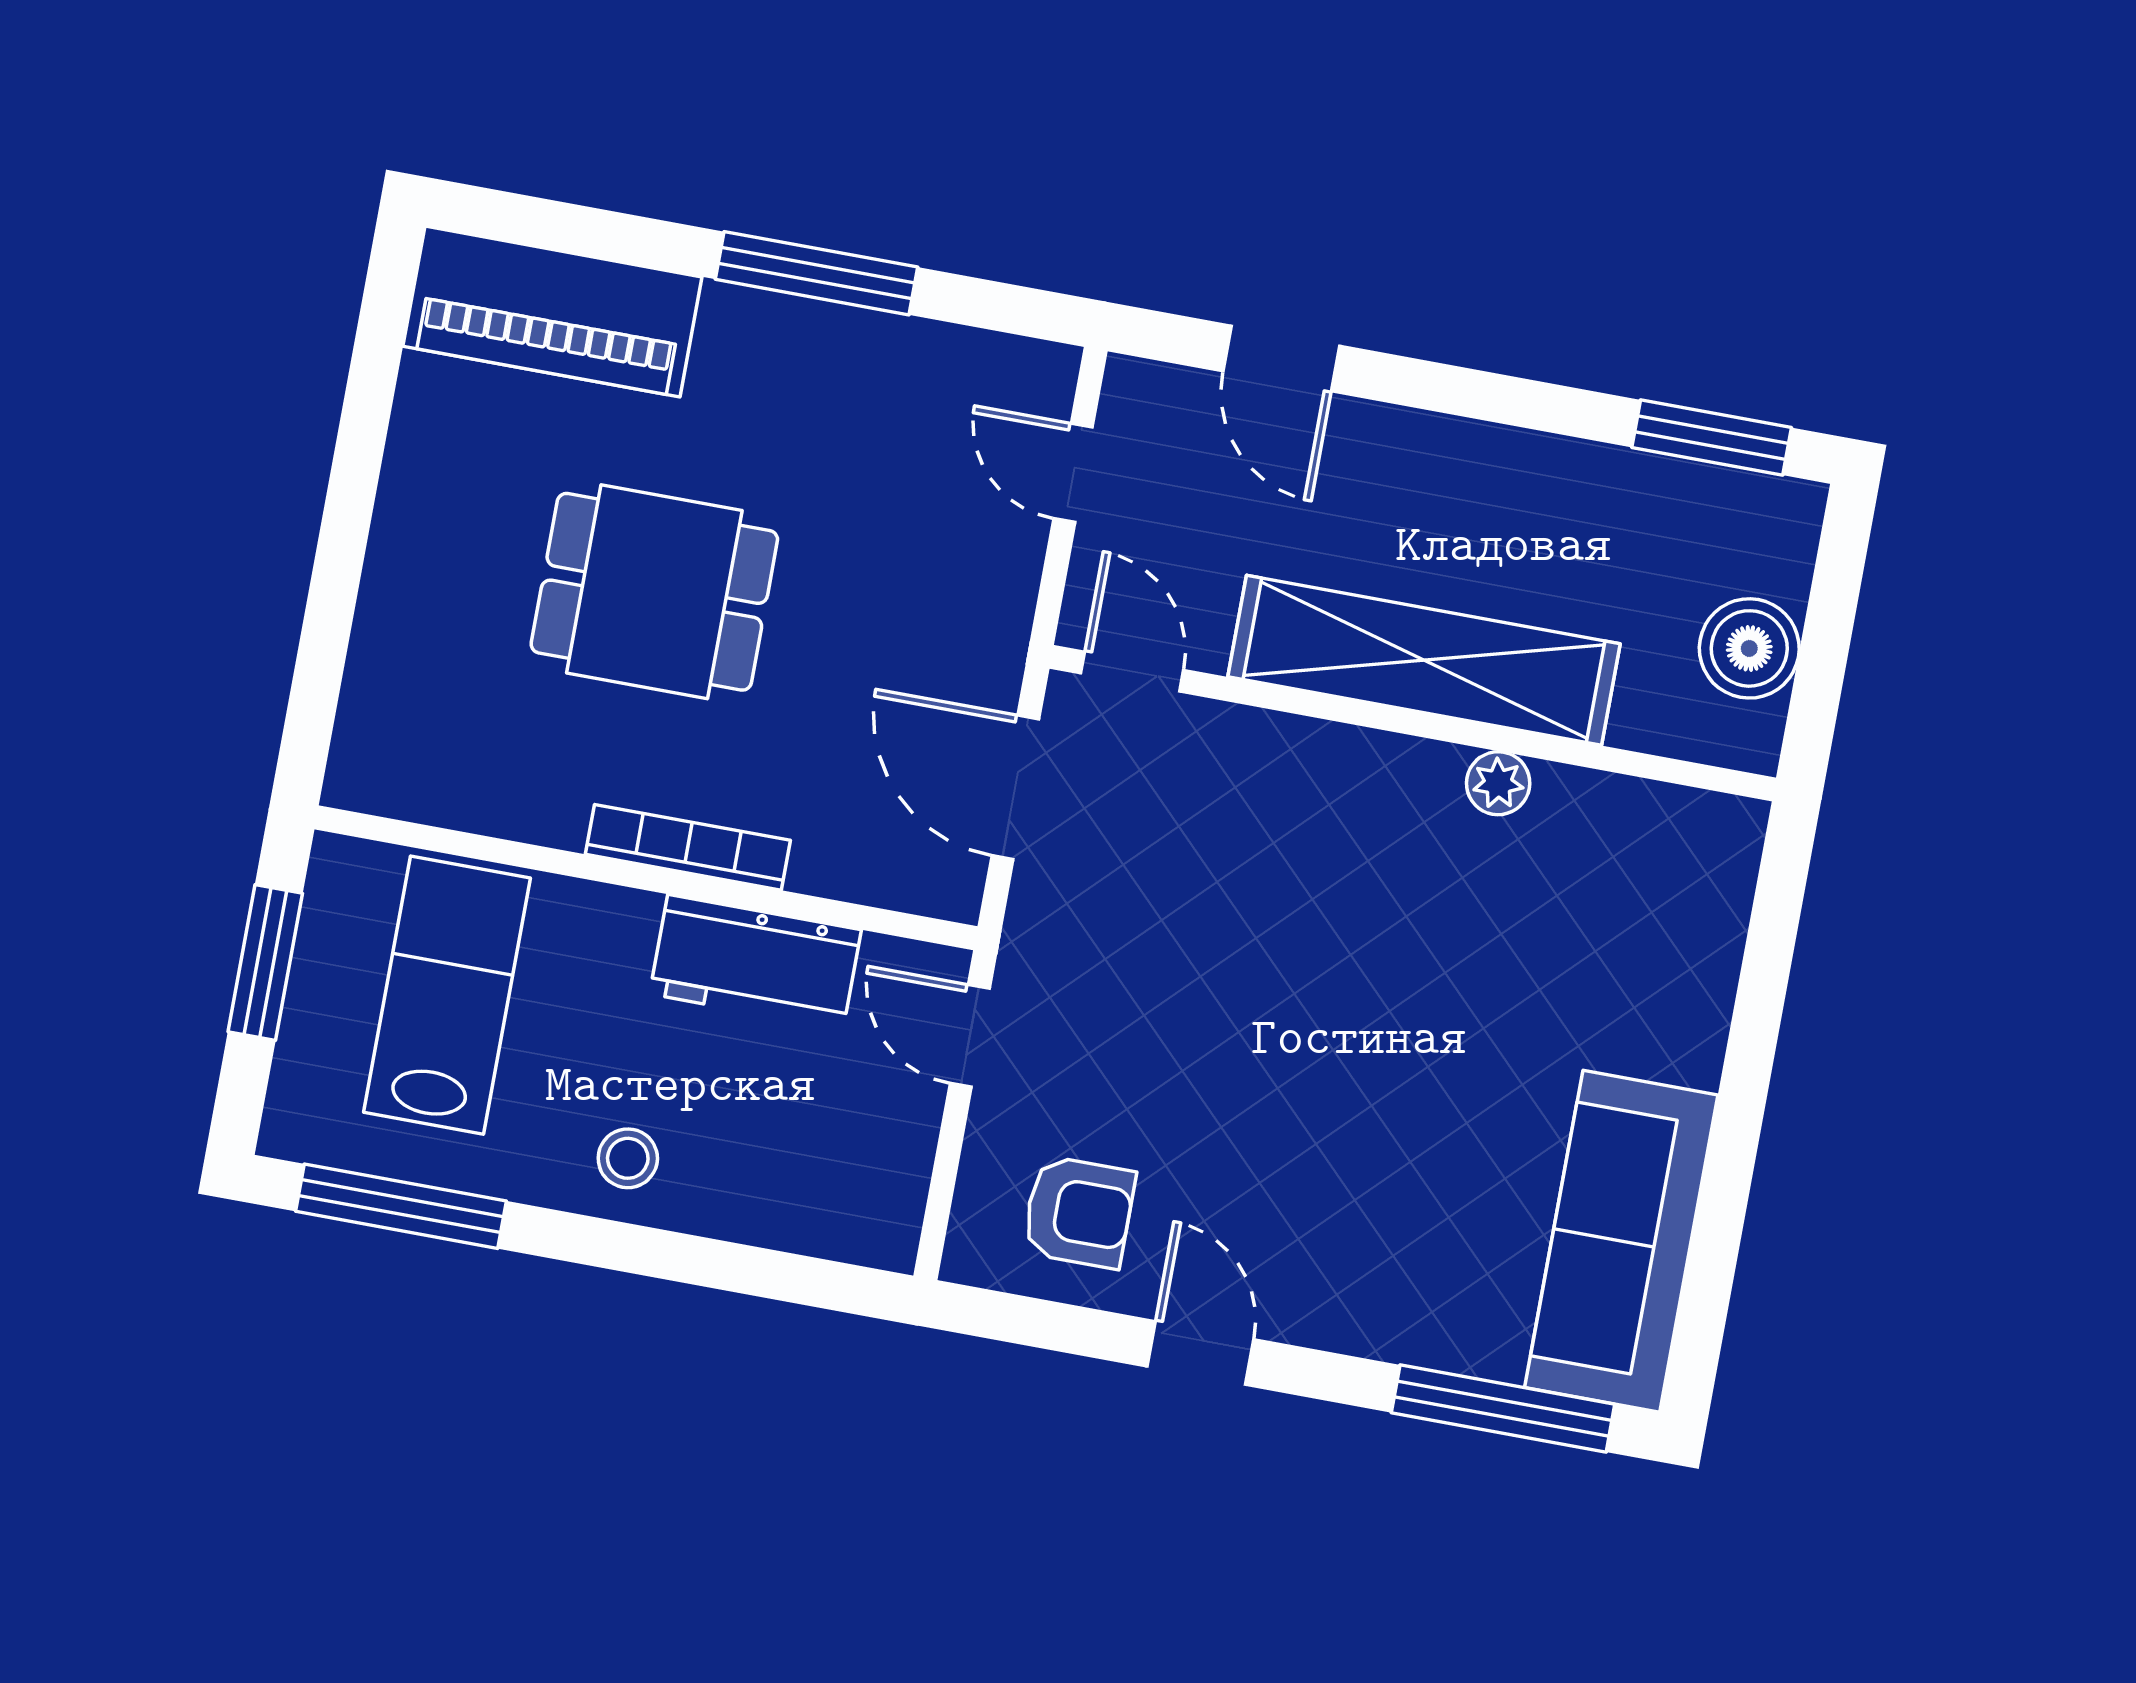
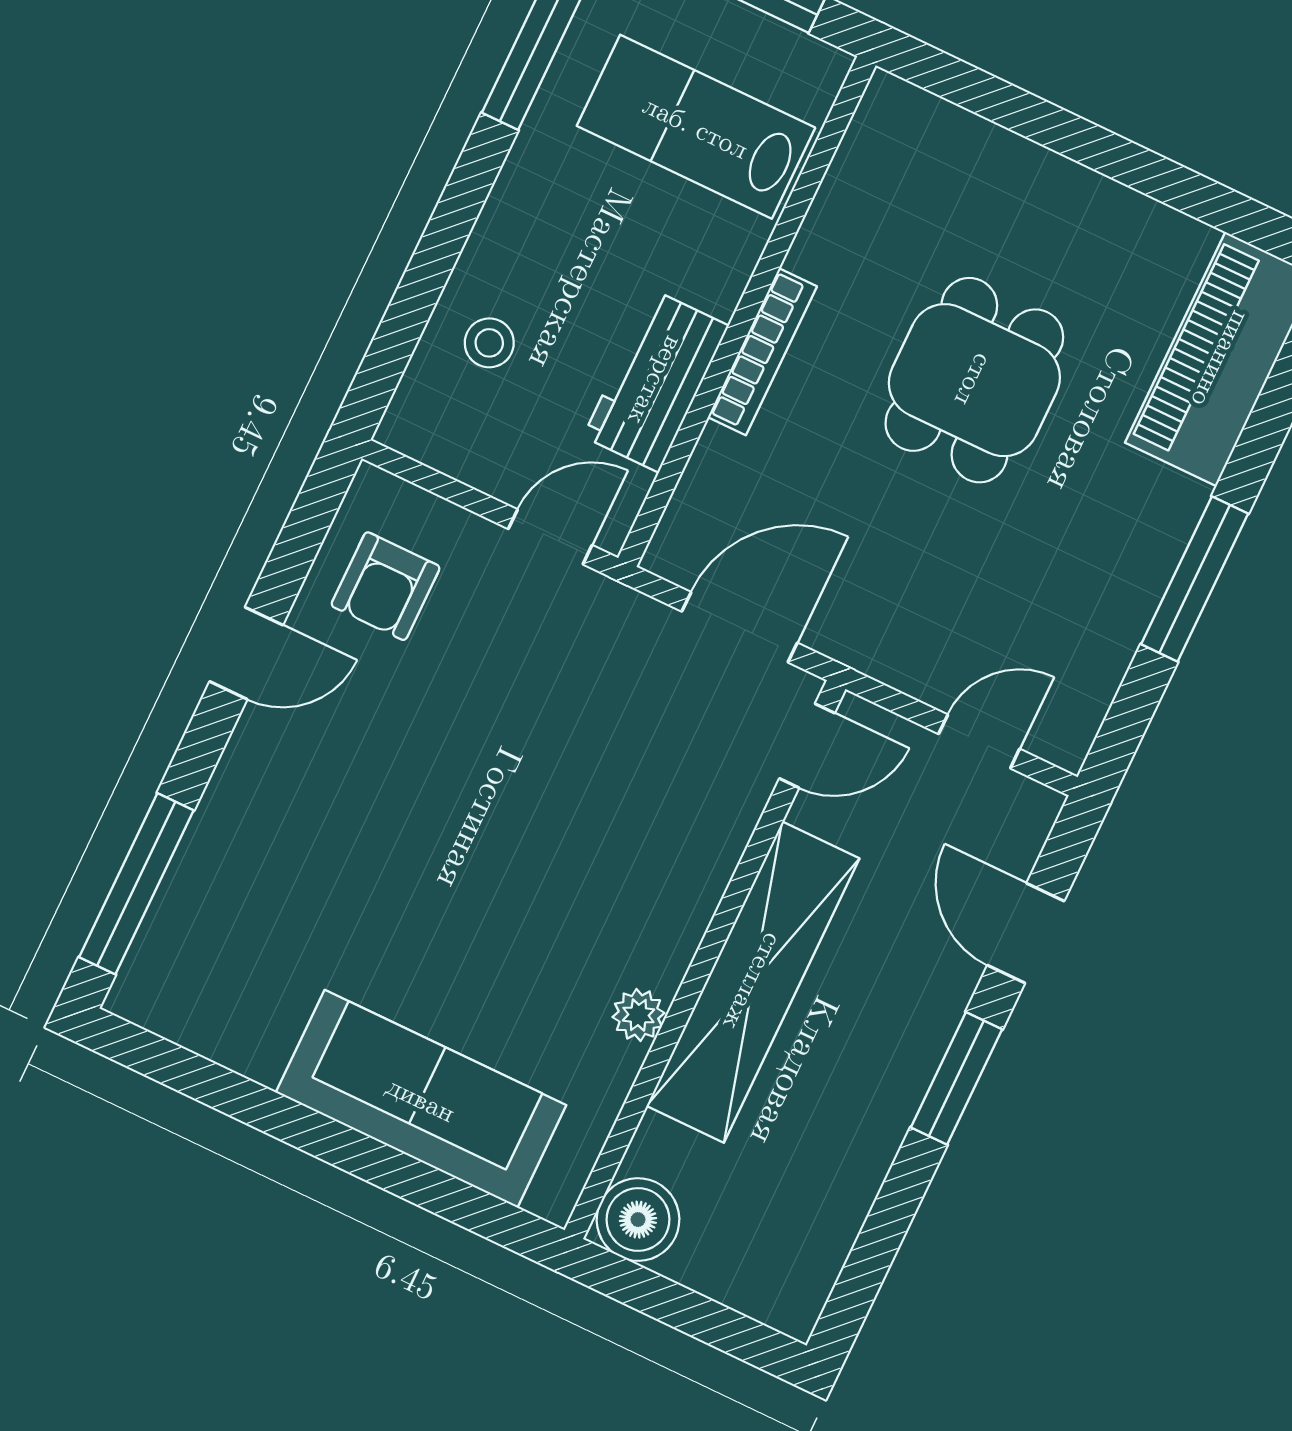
door: (1281, 358) -> (1026, 933), hinge flipped
window: (1712, 437) -> (956, 1078), moved
boiler: (1749, 648) -> (638, 1220), moved
lab bench: (447, 995) -> (696, 127), turned 180
stool: (628, 1158) -> (489, 343), moved
sofa: (1621, 1241) -> (421, 1099), moved

